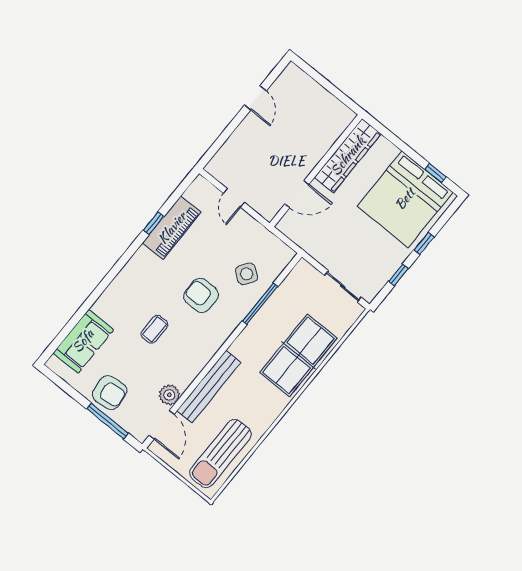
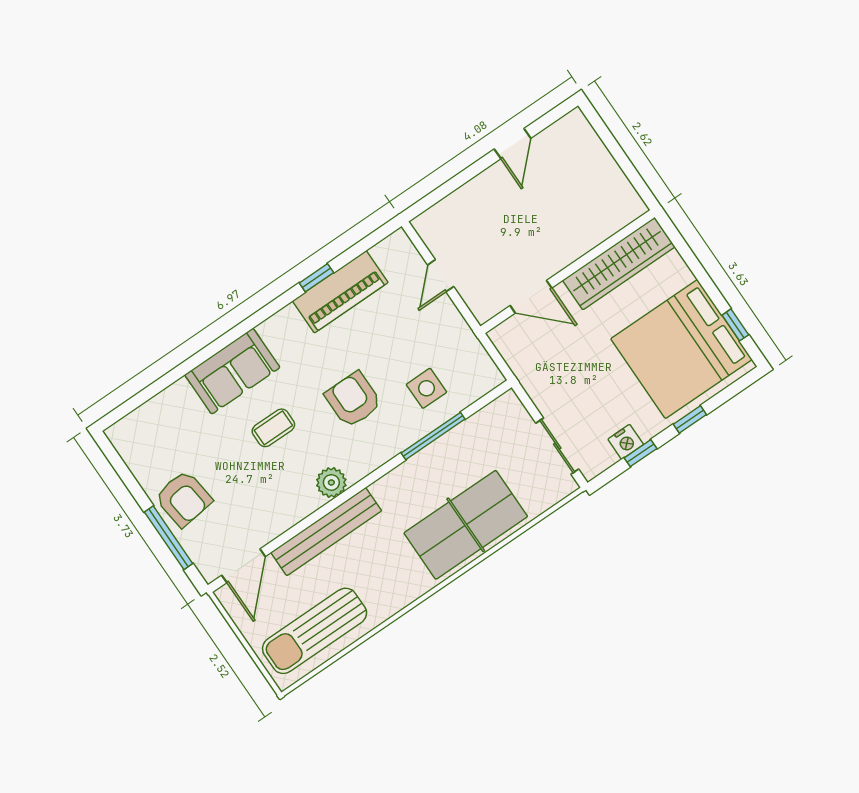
nightstand: (387, 270) -> (626, 442), added
side table: (247, 274) -> (426, 388), turned -35
sofa: (83, 341) -> (232, 371), moved
plant: (169, 395) -> (331, 483), moved

